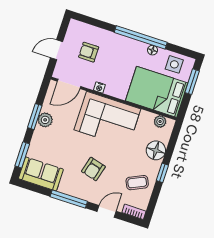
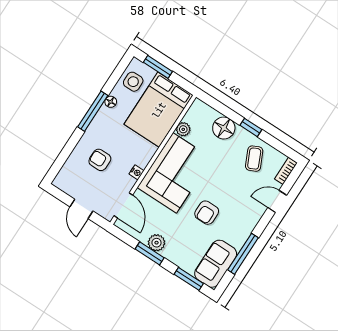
window: (141, 37) -> (93, 111), width x0.68
armchair: (89, 52) -> (100, 160), moved, turned 90
plant: (160, 122) -> (183, 129), moved
armchair: (93, 169) -> (207, 213), moved, turned 75
window: (69, 199) -> (243, 254), moved
door: (107, 211) -> (277, 201), hinge flipped

